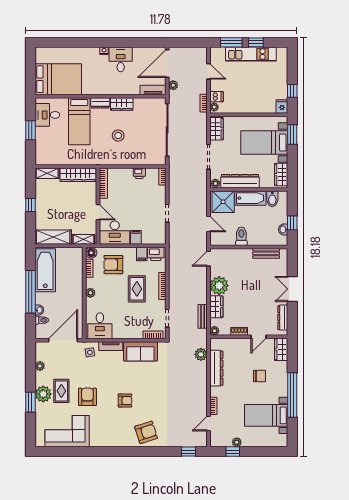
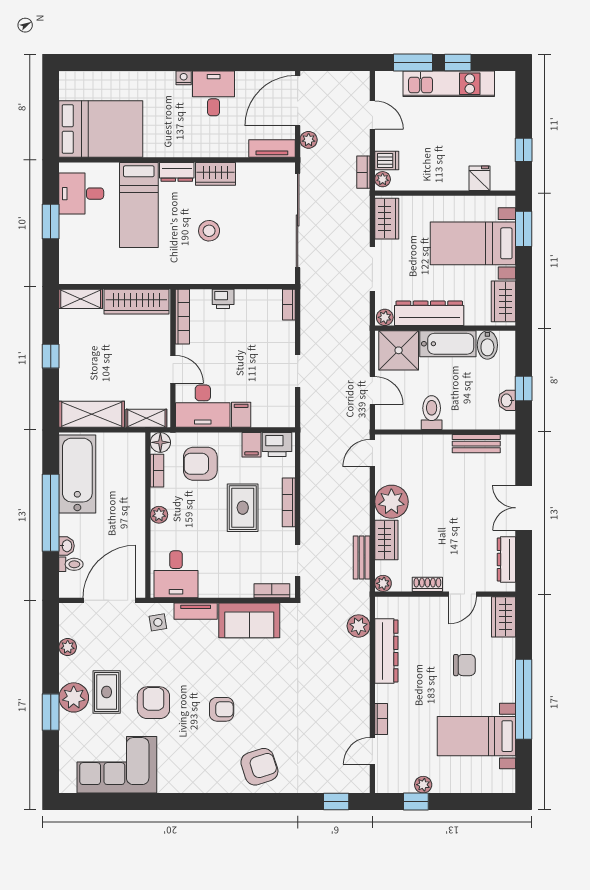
fridge: (282, 106) -> (480, 178), moved
printer: (139, 173) -> (223, 299), moved

